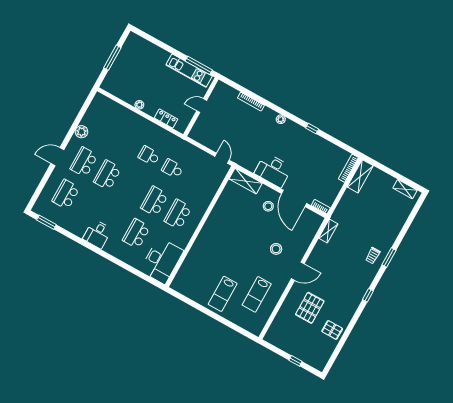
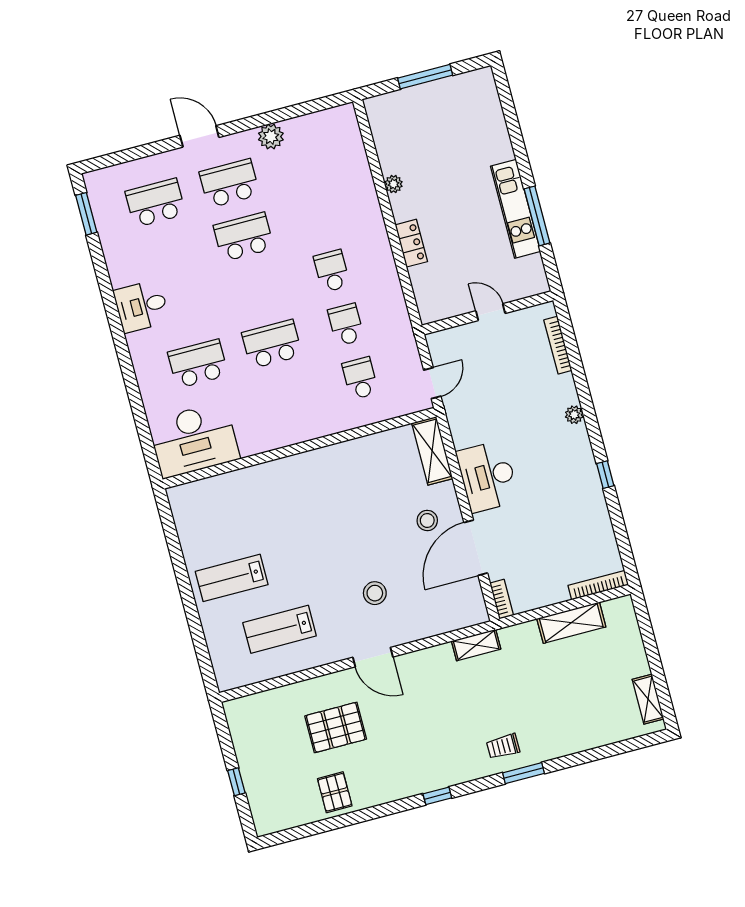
door: (202, 106) -> (490, 312), moved
wall: (201, 107) -> (488, 313), moved
shelving: (360, 176) -> (571, 623), moved
school desk: (178, 214) -> (360, 378), moved, width x0.54

